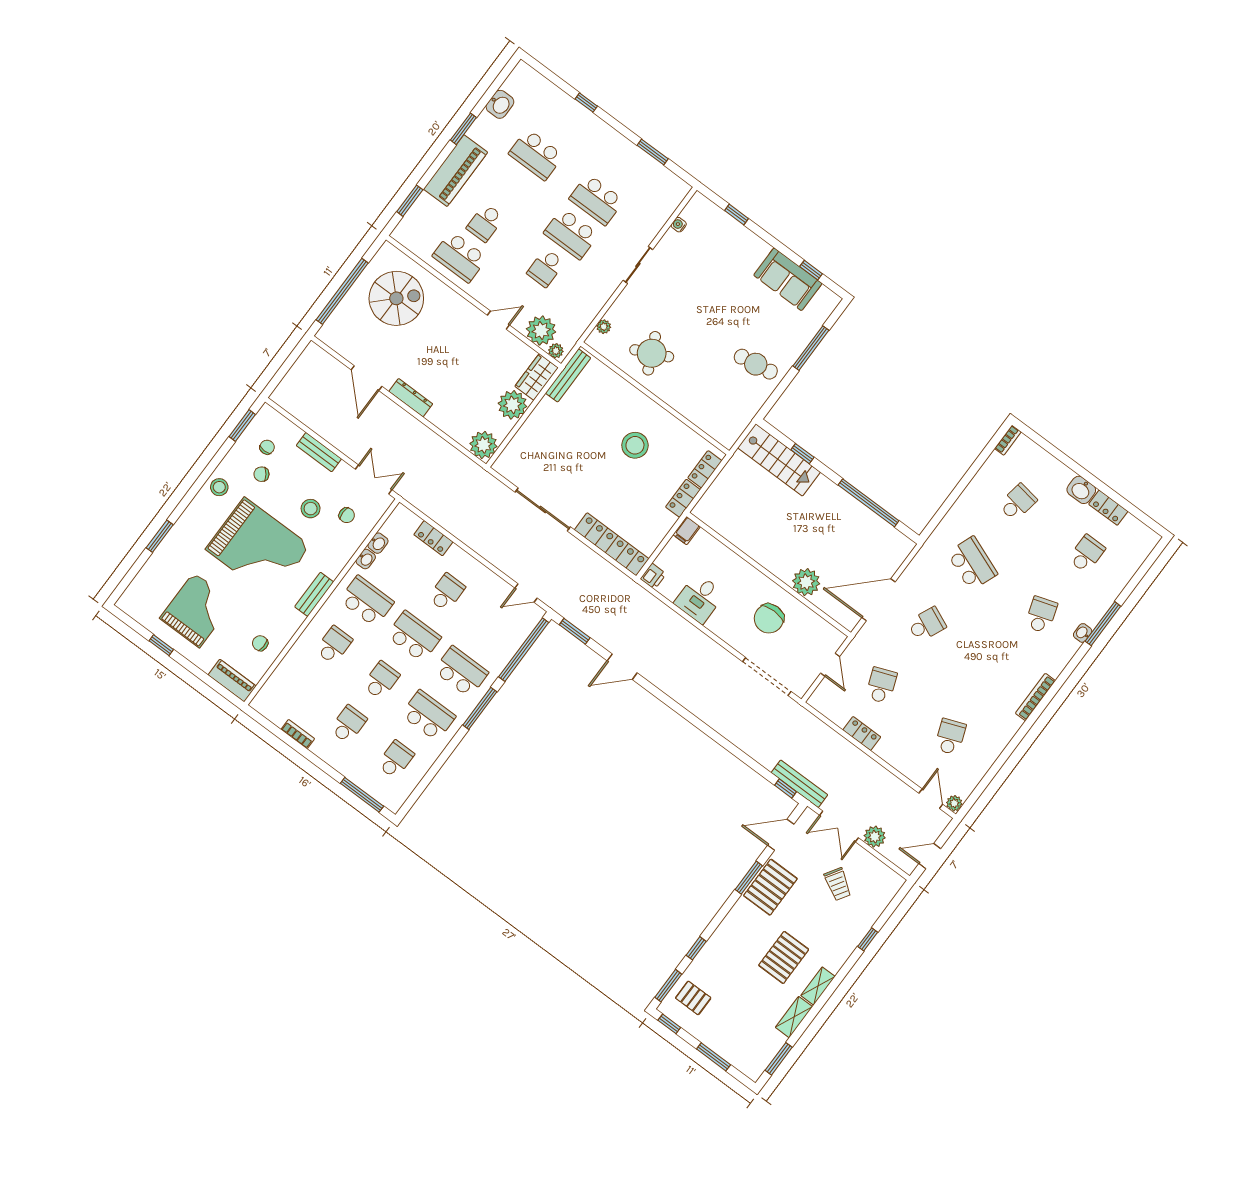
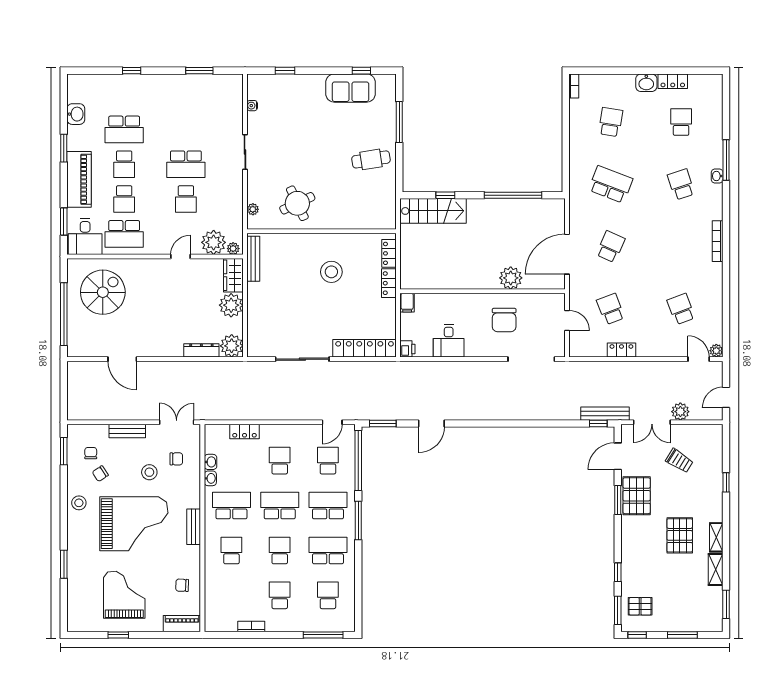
school desk: (597, 200) -> (124, 164), moved, width x0.54
desk: (420, 231) -> (85, 237), added
dresser: (411, 398) -> (201, 350), moved
school desk: (494, 628) -> (328, 461), added

